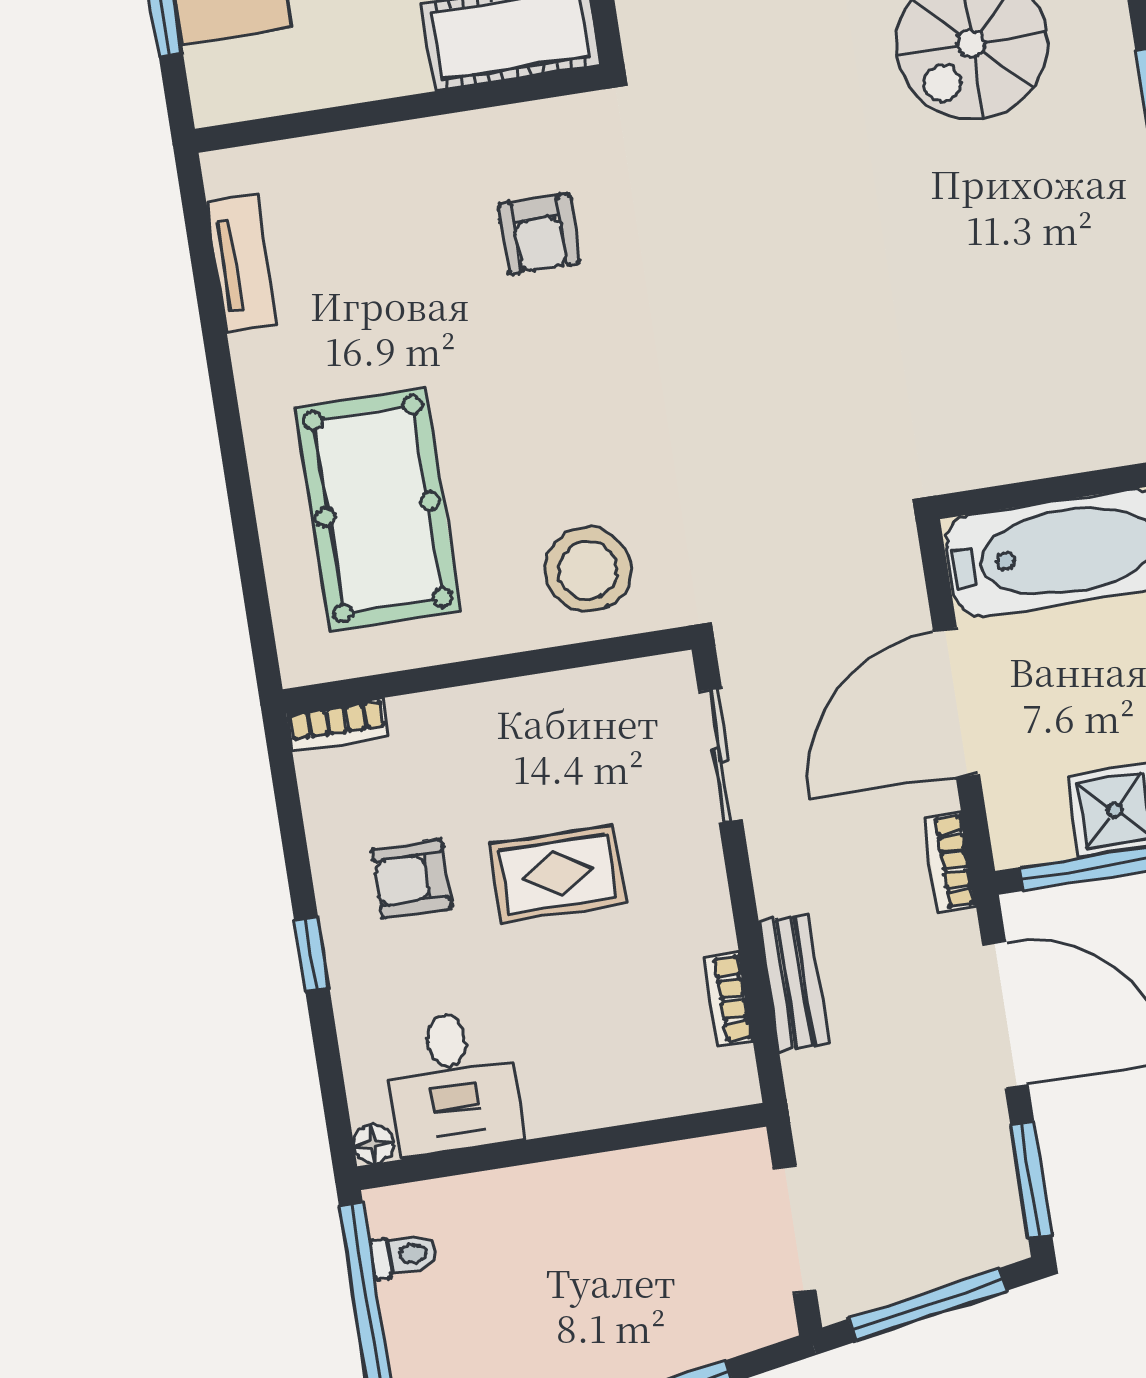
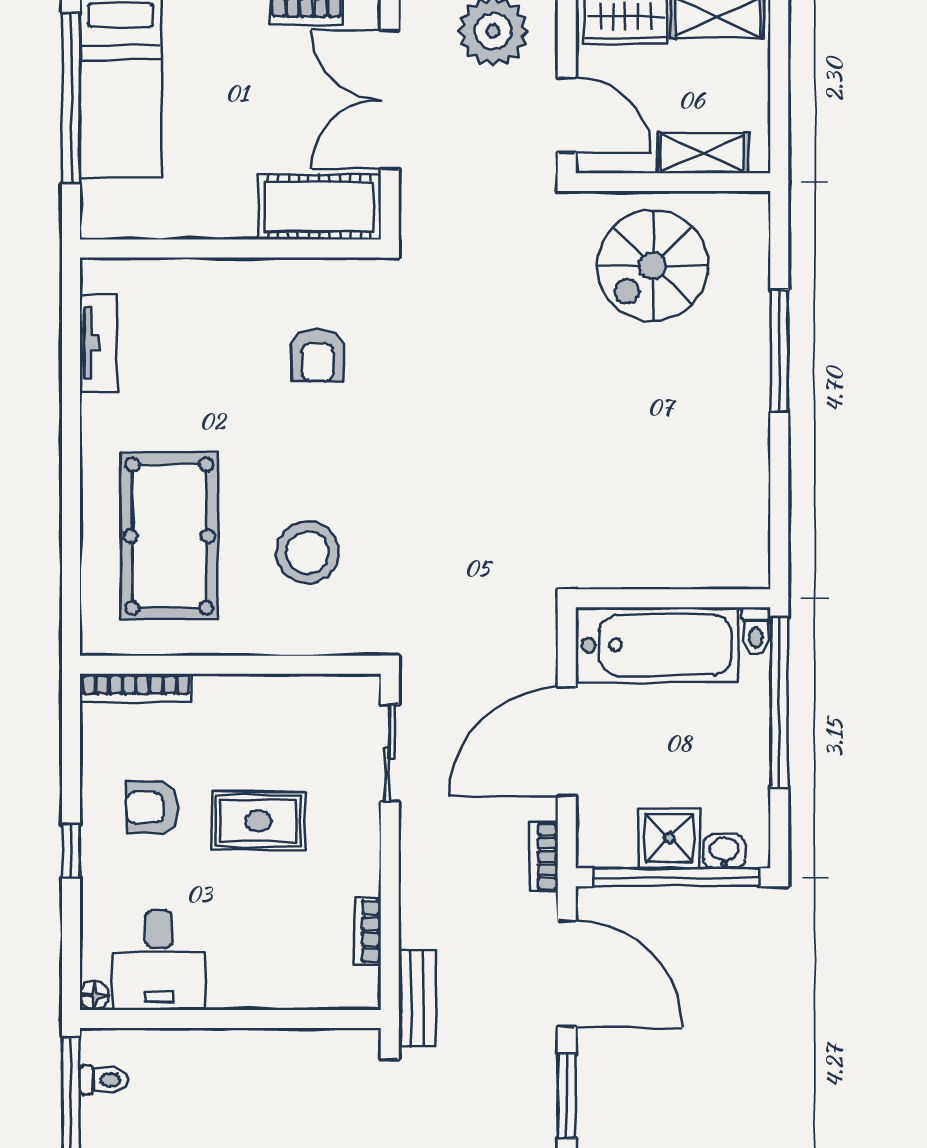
stool: (588, 570) -> (308, 552), moved
bookcase: (338, 725) -> (136, 688), width x1.56
bench: (794, 983) -> (417, 998), moved

